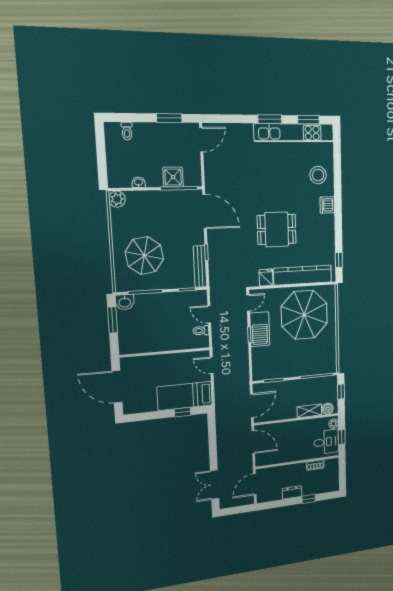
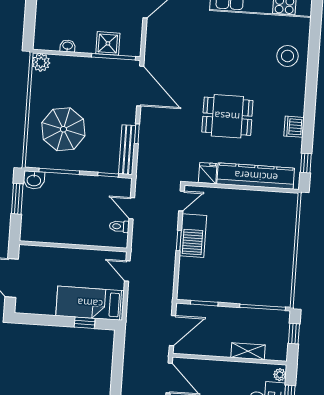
dishwasher: (327, 205) -> (294, 127), moved
parasol: (304, 315) -> (253, 226), removed
boiler: (328, 409) -> (273, 353), removed

